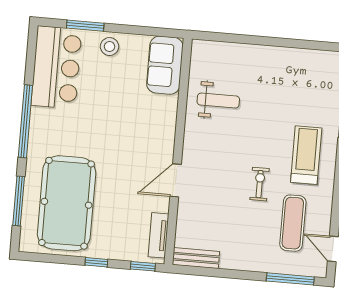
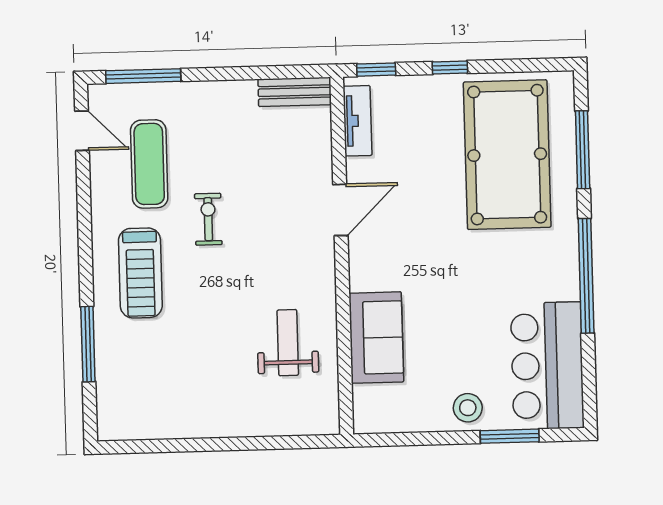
sofa: (165, 65) -> (376, 338), moved
weight bench: (218, 101) -> (288, 343), turned 90
exercise bike: (260, 184) -> (208, 219), turned 180

